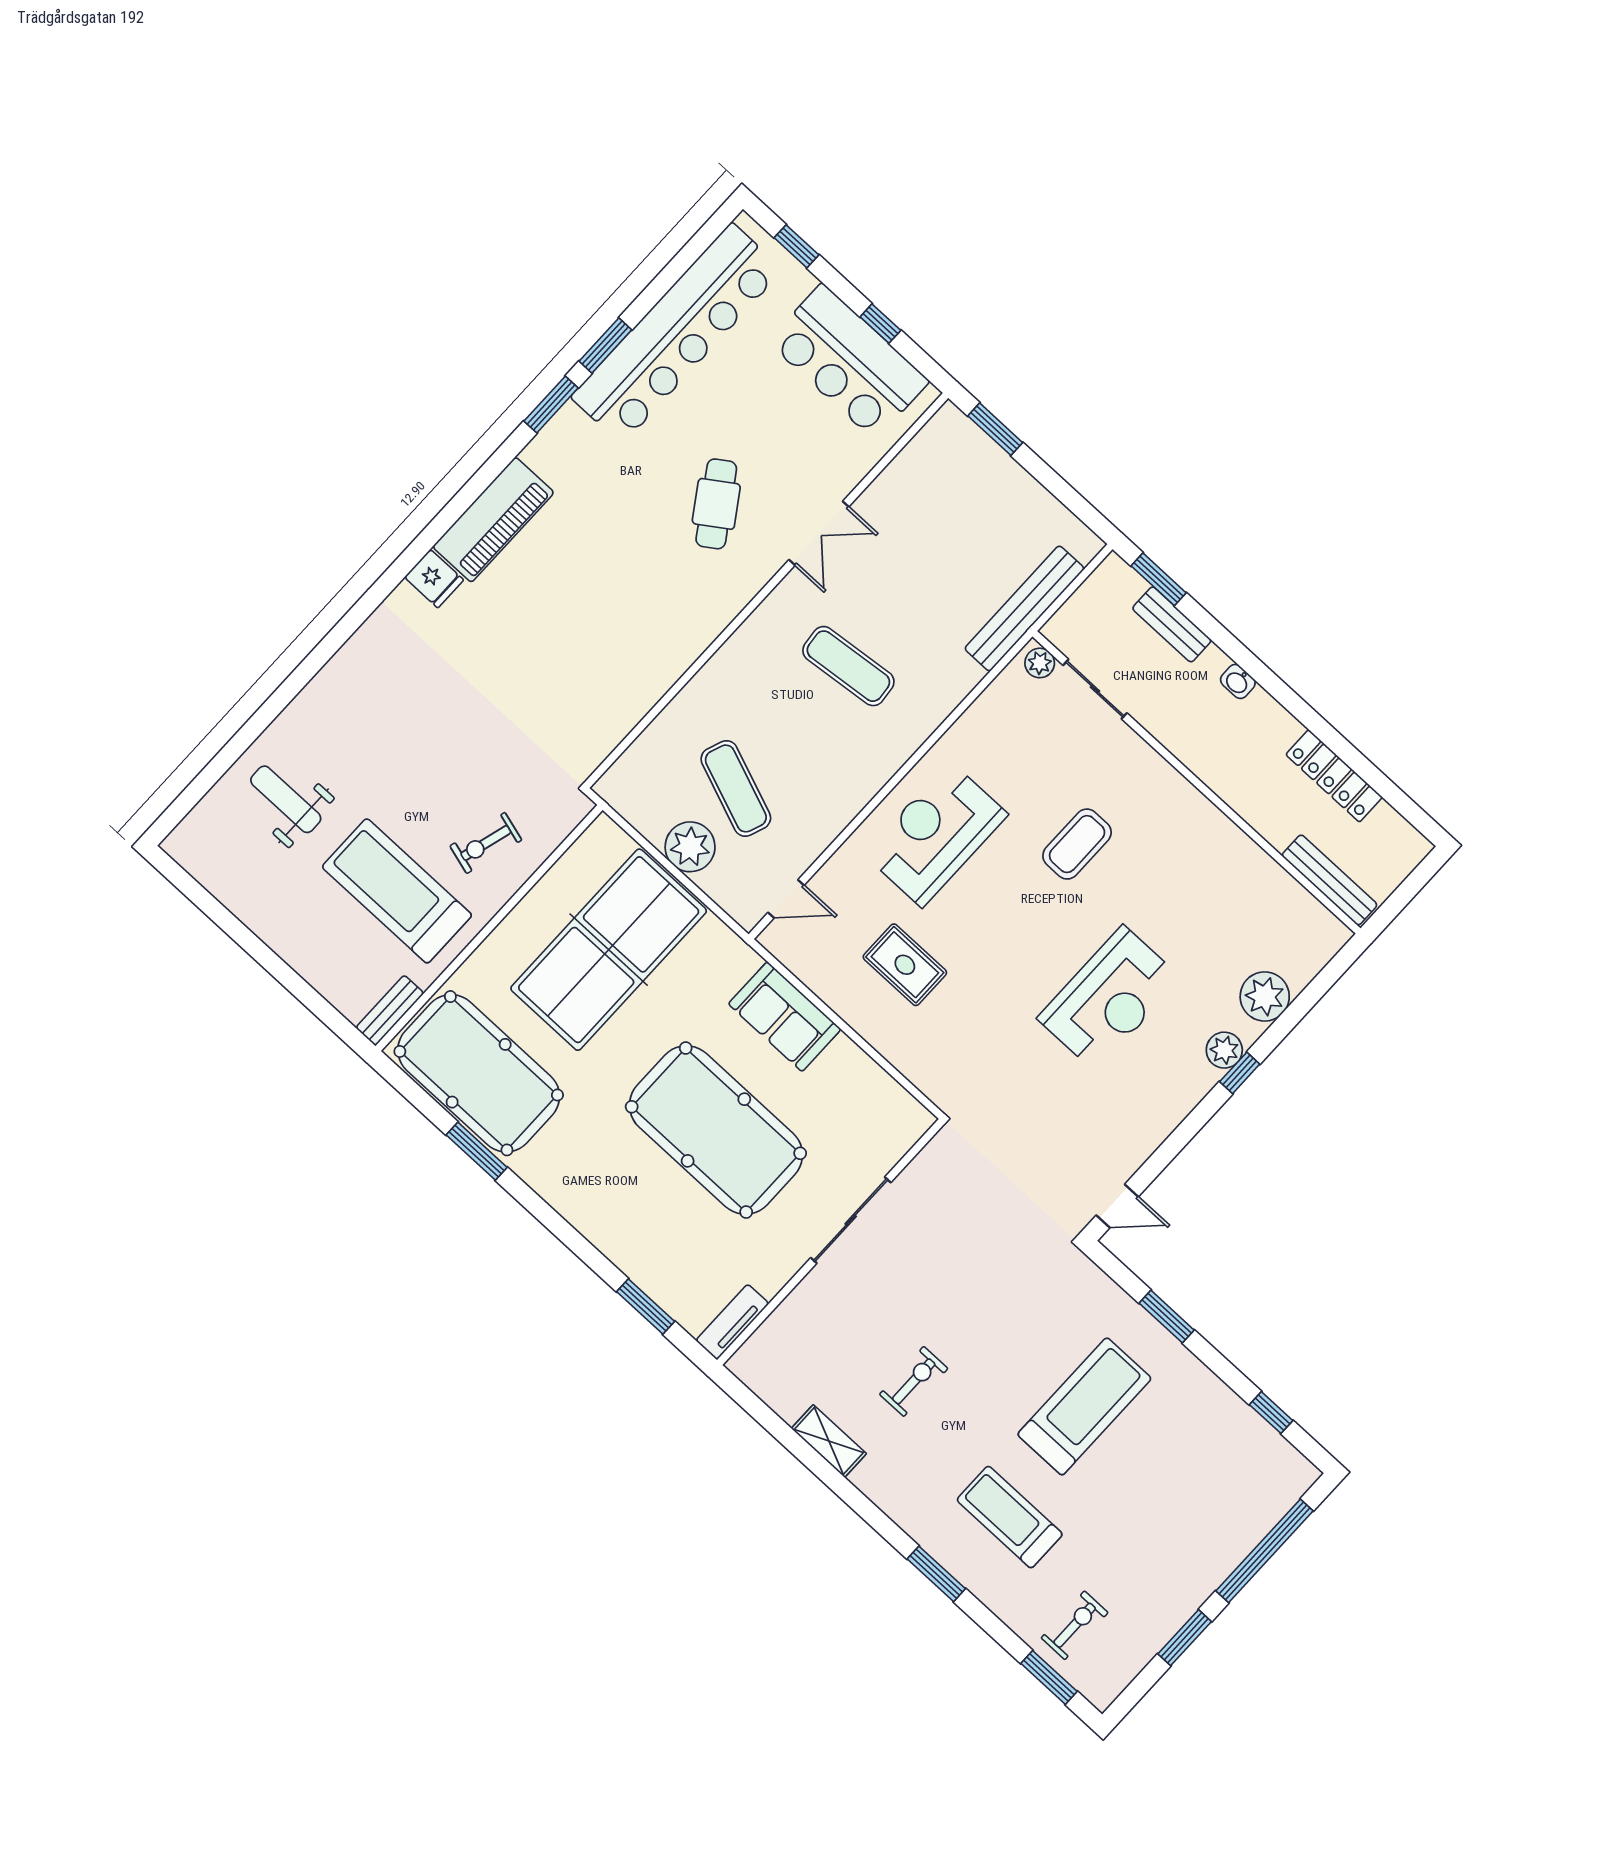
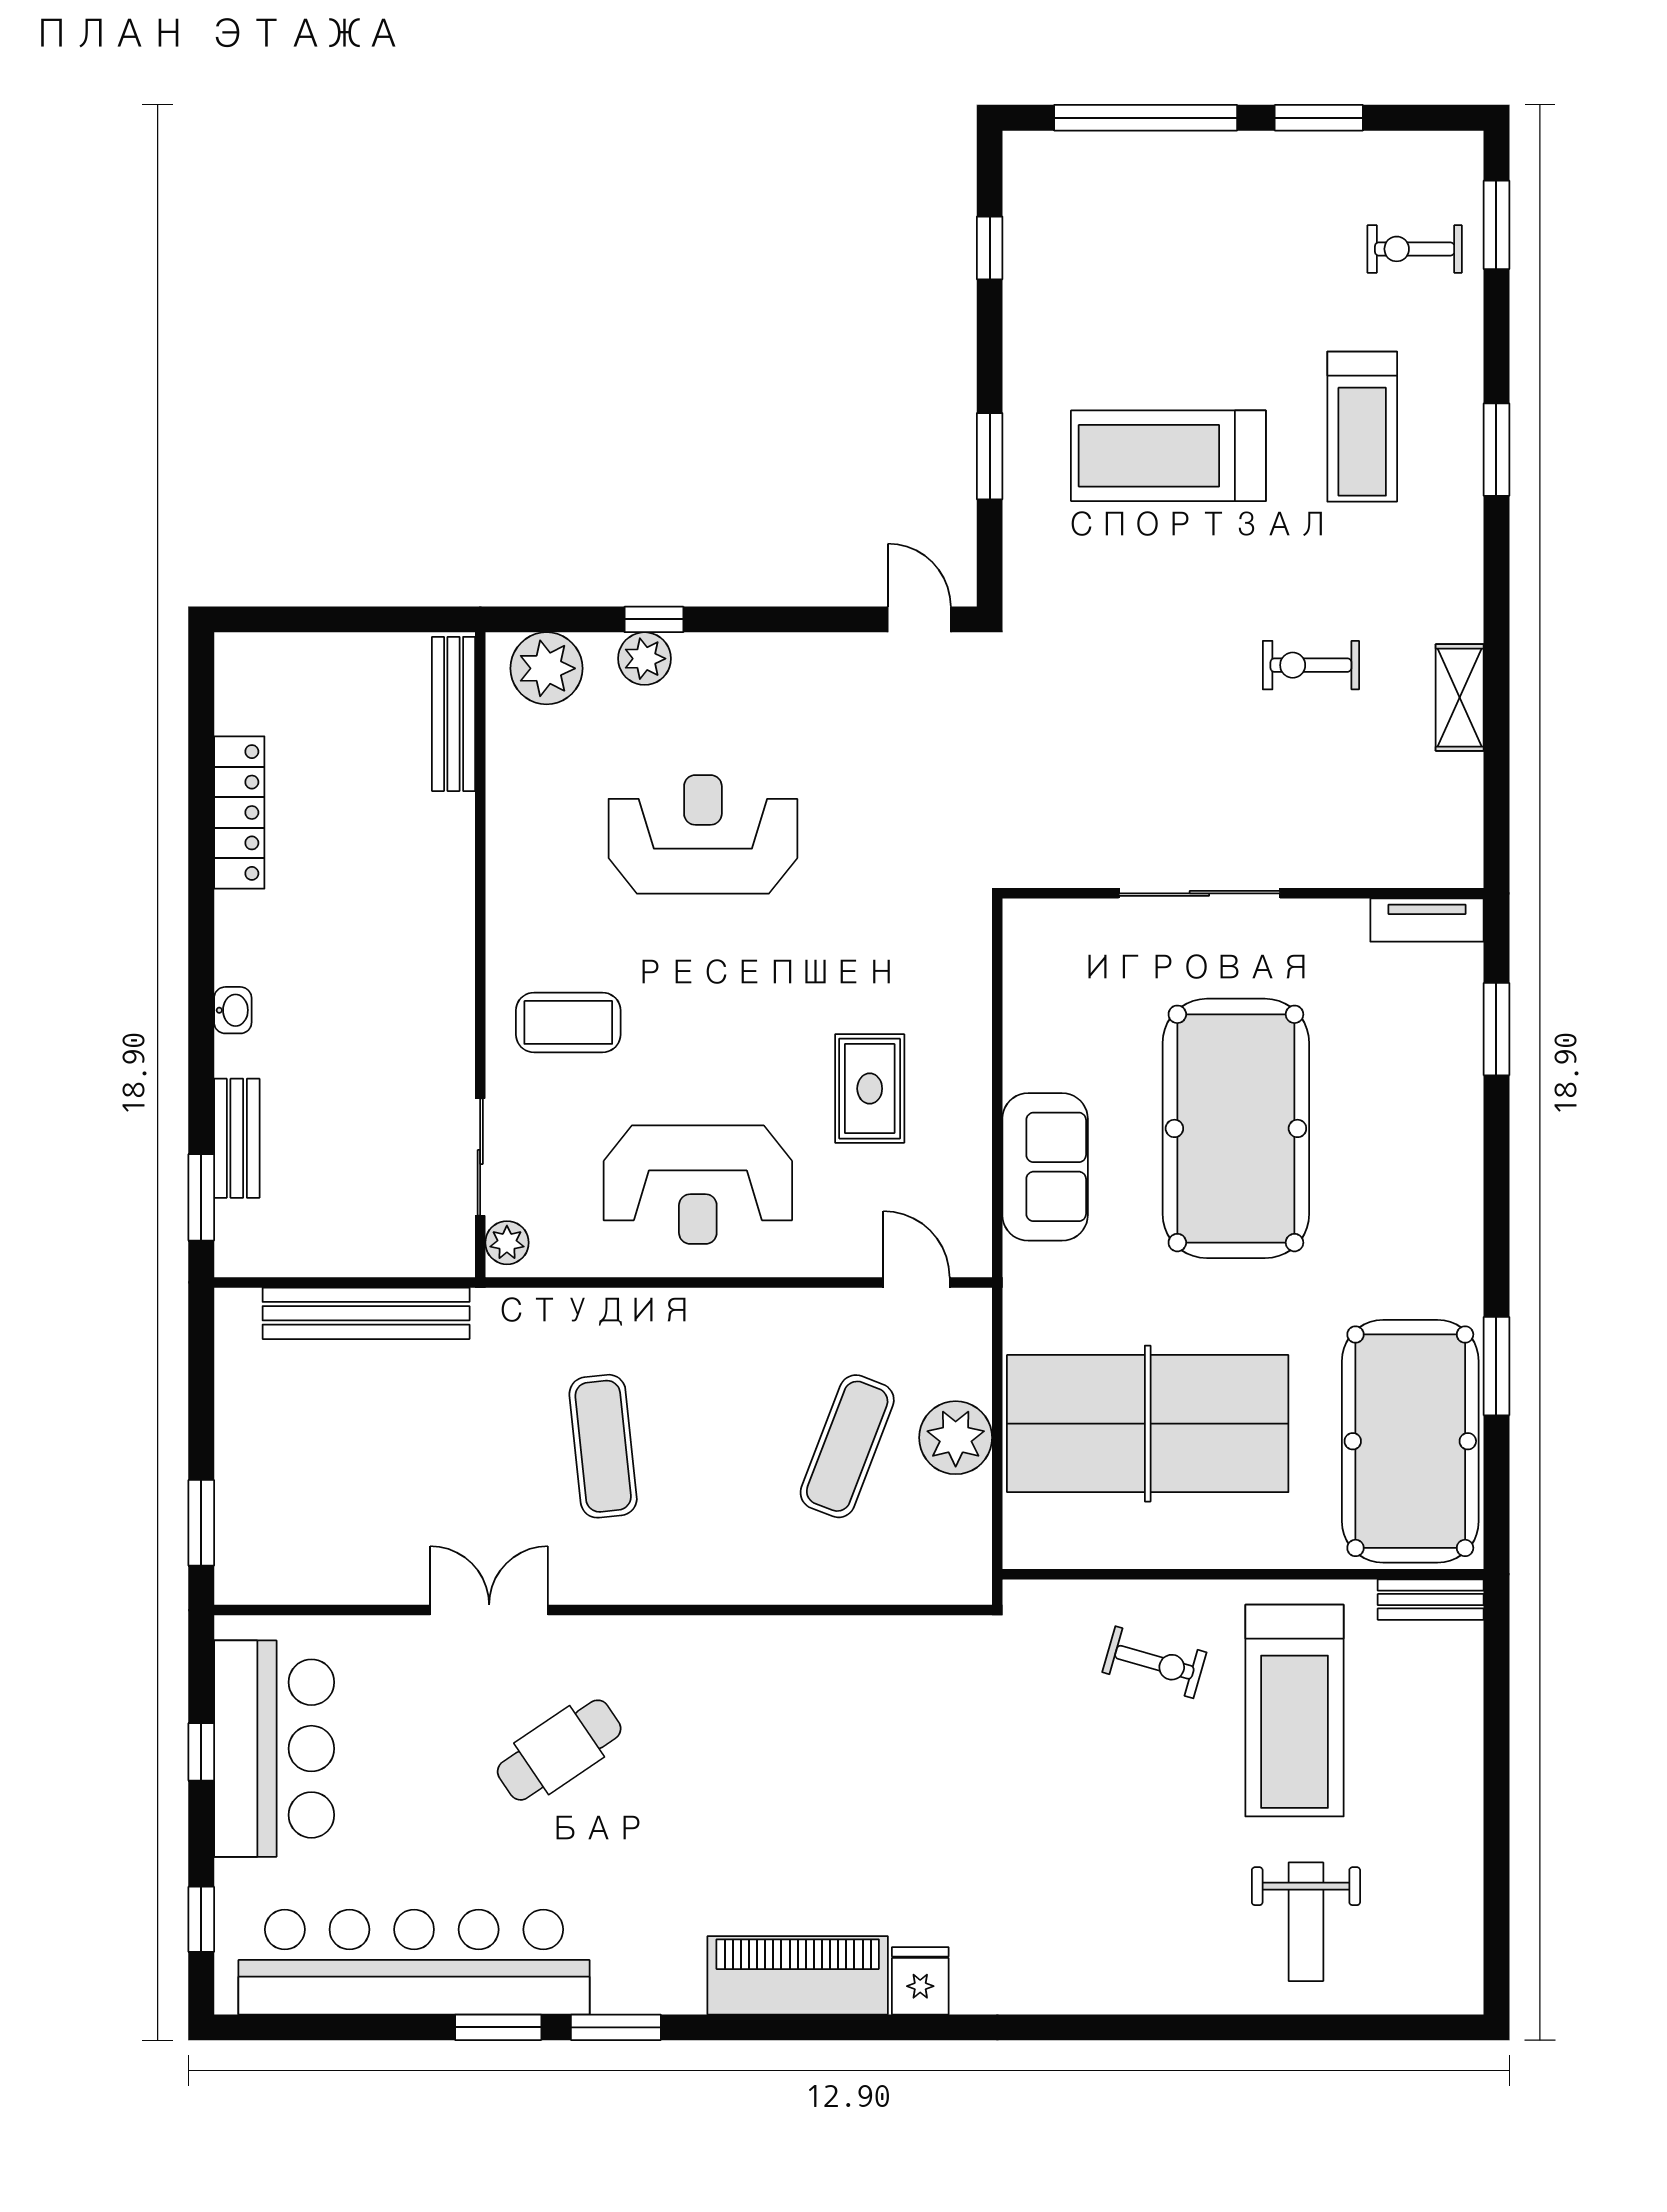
plant: (1040, 663) -> (507, 1243), moved
sliding door: (1095, 689) -> (480, 1157), moved
wall: (1196, 782) -> (480, 955), moved
bench: (1330, 880) -> (454, 714), moved

